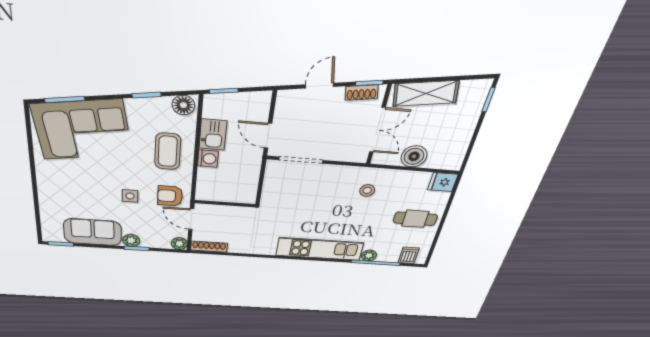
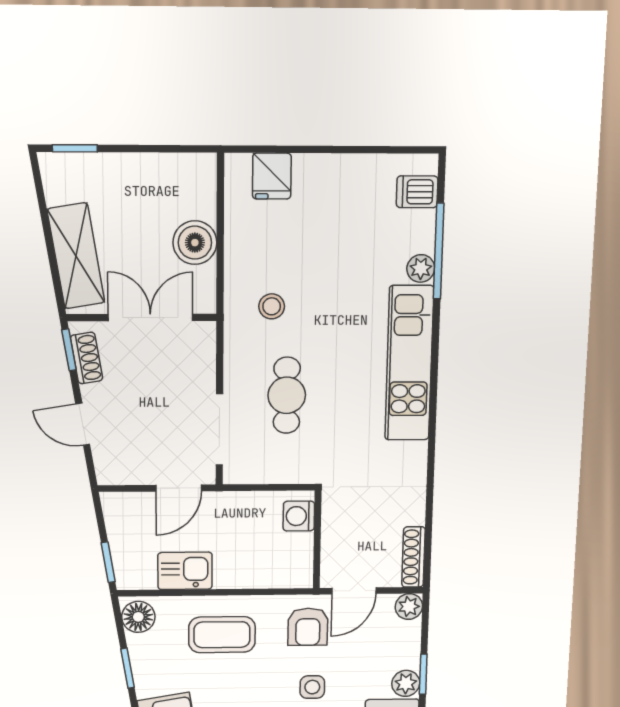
washing machine: (208, 159) -> (299, 516), moved, turned -90
fridge: (443, 182) -> (272, 176), moved
cafe table: (415, 219) -> (287, 395), moved

